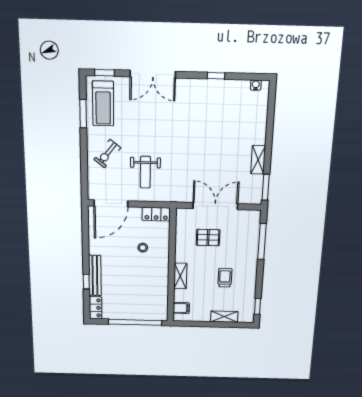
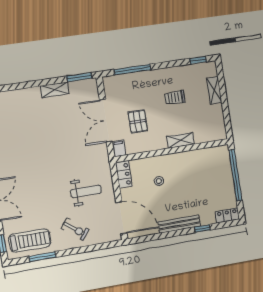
bench: (95, 275) -> (179, 224), moved
filing cabinet: (181, 308) -> (119, 148), moved

